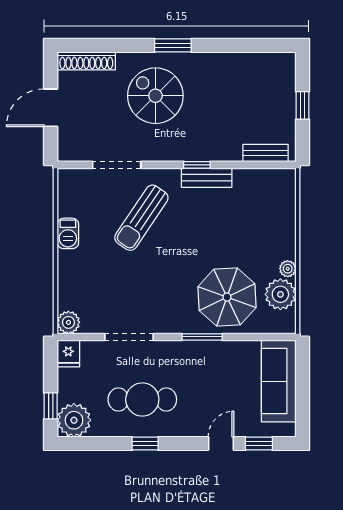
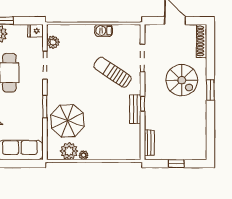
spiral stairs: (155, 96) -> (182, 80), turned 90
plant: (68, 322) -> (53, 42), moved

